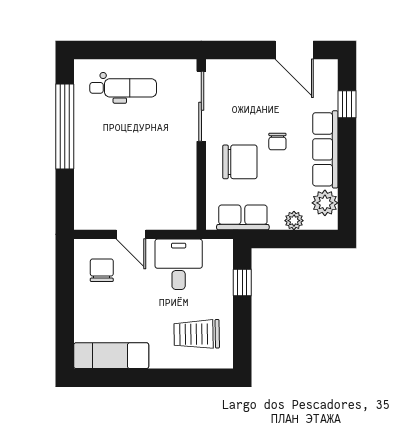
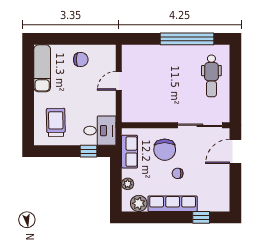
door: (294, 50) -> (235, 151), moved
desk: (179, 264) -> (100, 131), moved
chair: (102, 270) -> (81, 60), moved

